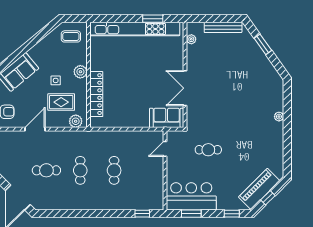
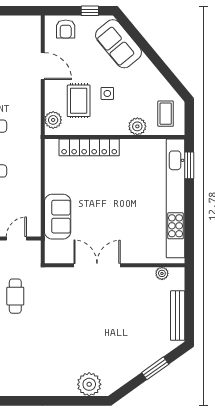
window: (153, 19) -> (189, 165), moved
plant: (80, 72) -> (137, 126), moved
plant: (279, 117) -> (89, 384), moved, width x1.88, depth x1.88
sofa: (167, 118) -> (58, 217), moved
door: (165, 149) -> (16, 239), hinge flipped

